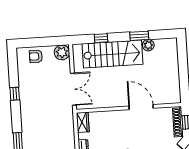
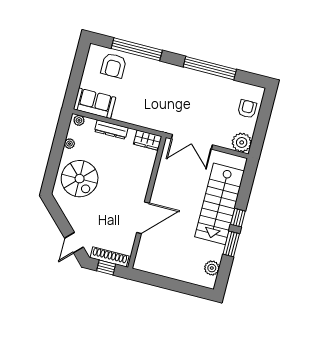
window: (101, 38) -> (238, 218), moved
plant: (148, 45) -> (212, 268), moved
window: (15, 94) -> (210, 68), width x3.17

